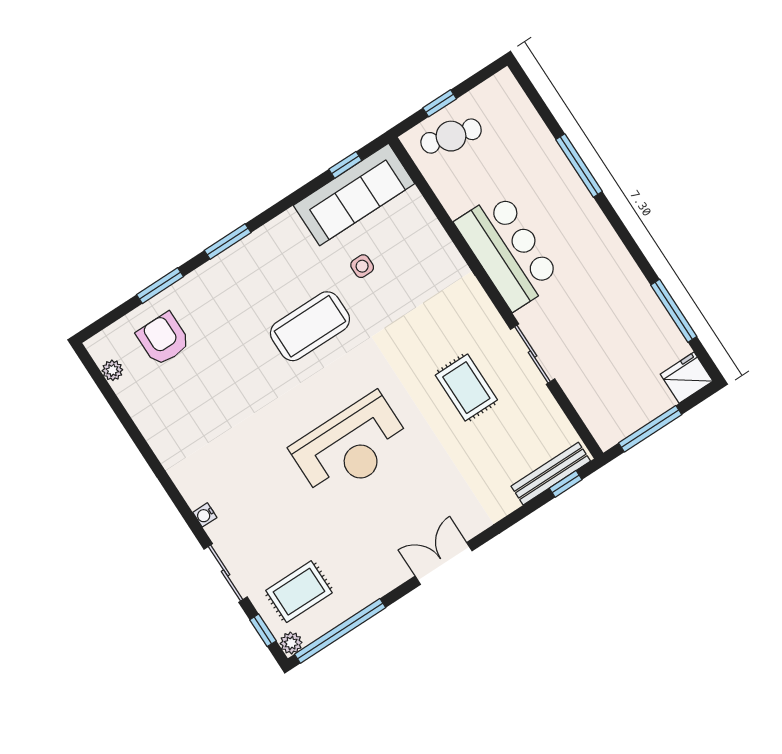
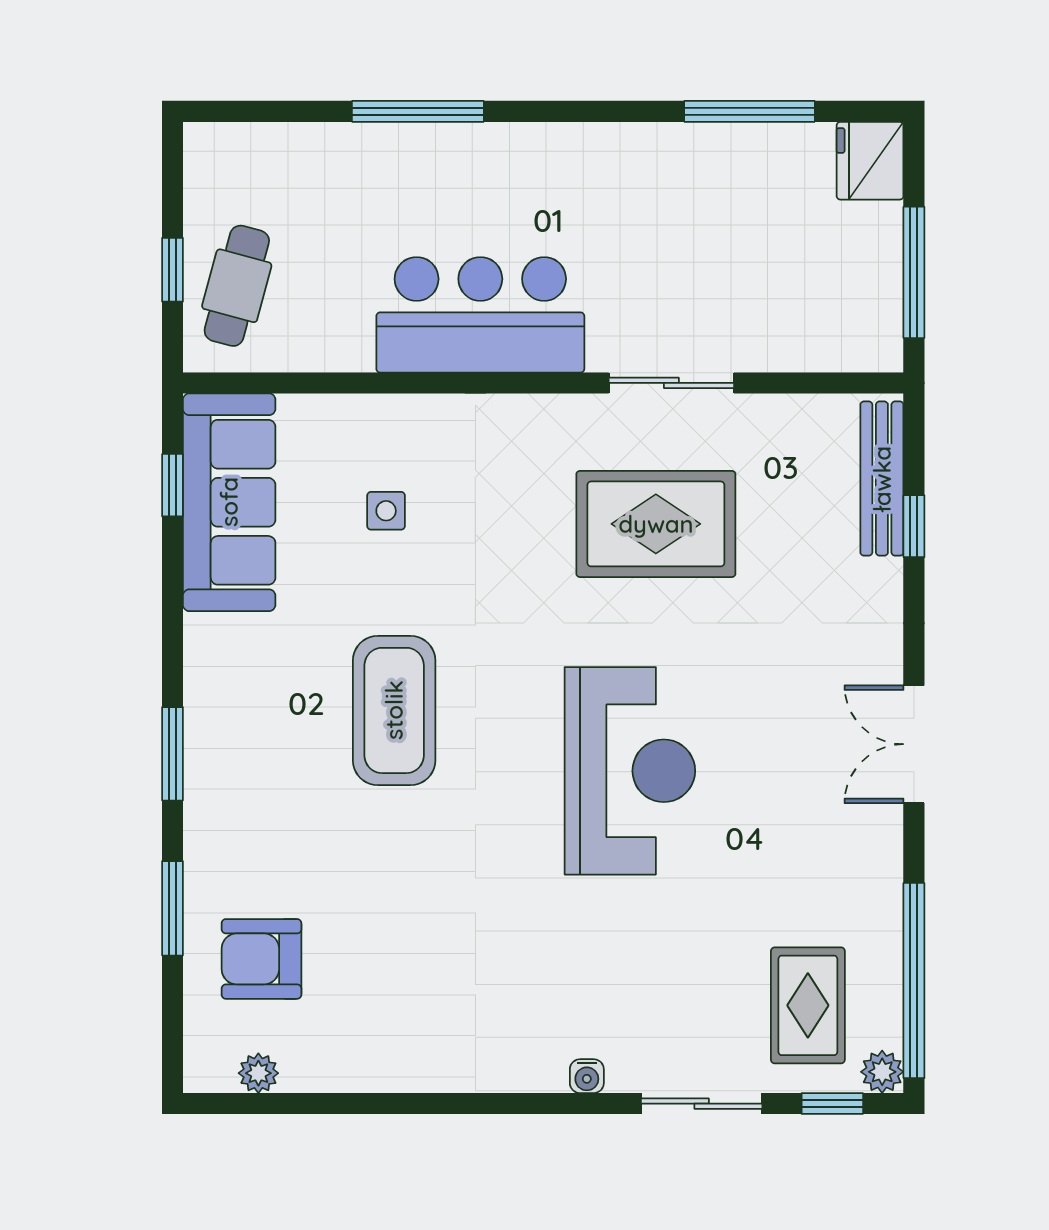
side table: (362, 266) -> (386, 511), moved
rug: (466, 388) -> (656, 524), width x1.36, depth x1.43
window: (566, 484) -> (914, 526), moved

